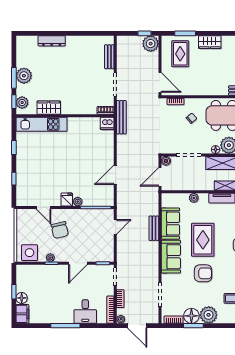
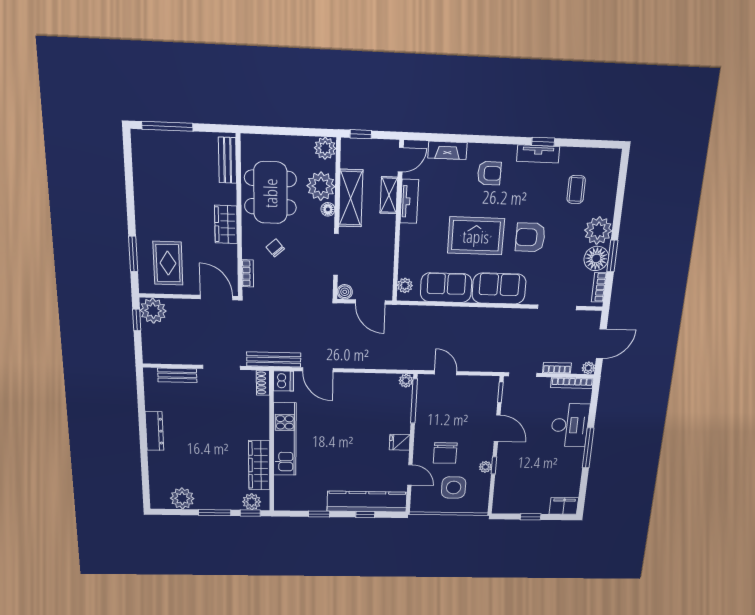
dresser: (52, 41) -> (154, 431), moved
wardrobe: (210, 42) -> (226, 225), moved, turned 180
rug: (180, 54) -> (168, 263), turned 90
plant: (24, 76) -> (182, 498), moved
door: (160, 82) -> (217, 298), hinge flipped
wardrobe: (49, 108) -> (259, 465), width x1.50
kitchen unit: (41, 124) -> (285, 439), moved
door: (115, 175) -> (318, 370), moved
kitchen counter: (23, 179) -> (367, 502), added
plant: (194, 198) -> (405, 285), moved
plant: (78, 202) -> (406, 381), moved
door: (43, 207) -> (410, 475), hinge flipped
bench: (154, 228) -> (452, 314), removed
chair: (60, 230) -> (445, 453), turned 103
side table: (30, 253) -> (454, 488), moved
armchair: (203, 273) -> (530, 237), turned -90
floor lamp: (22, 298) -> (541, 507), removed
desk: (85, 312) -> (570, 425), width x1.37

